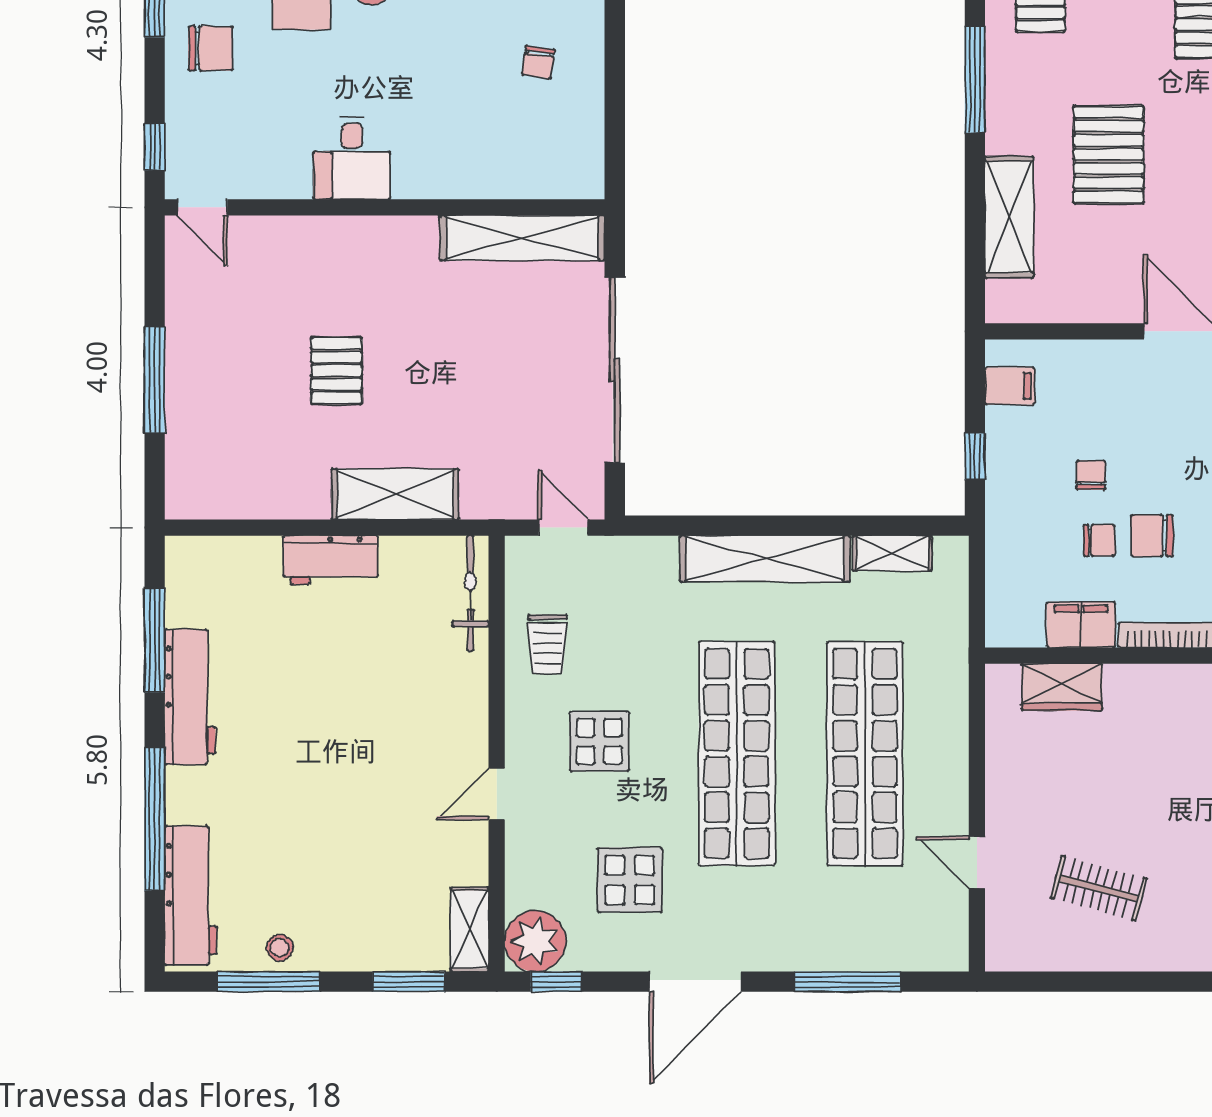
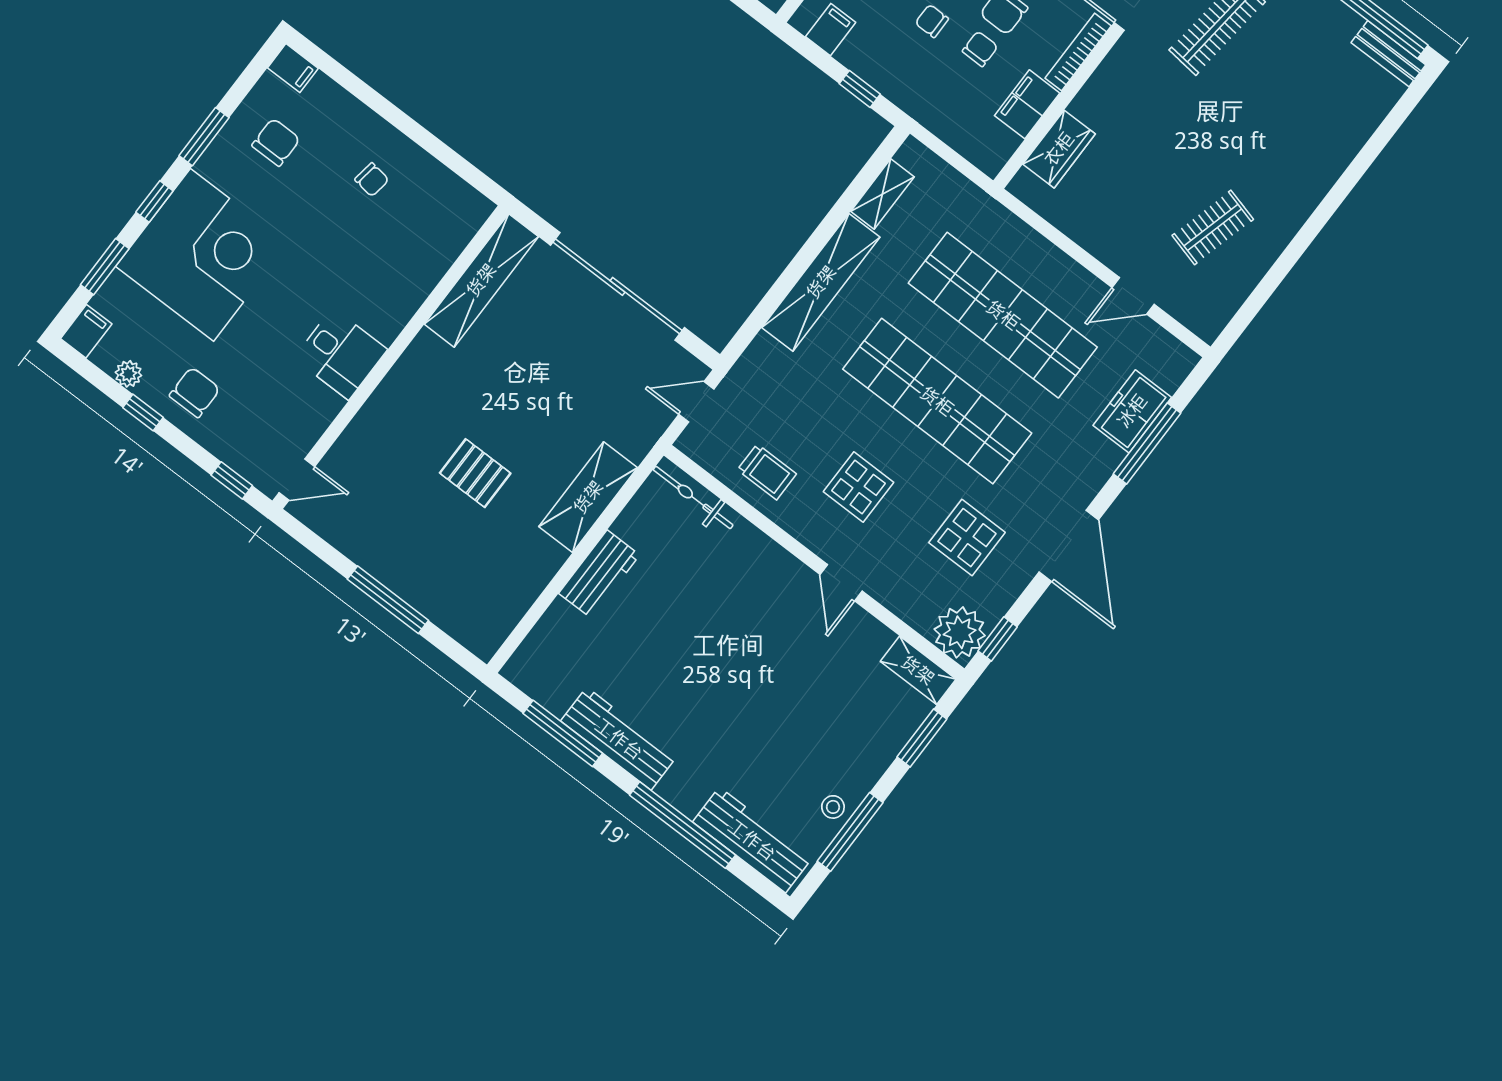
freezer: (867, 945) -> (1132, 411), added

